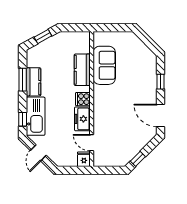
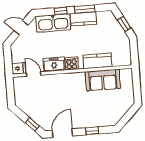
window: (23, 119) -> (61, 11), moved
door: (92, 143) -> (34, 74), hinge flipped
window: (138, 159) -> (32, 124), moved

